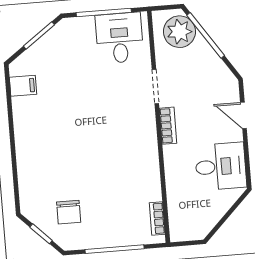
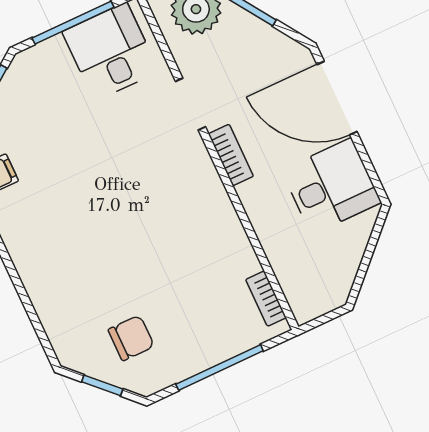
door: (243, 115) -> (337, 98), width x1.87
chair: (69, 212) -> (131, 338), turned -90

